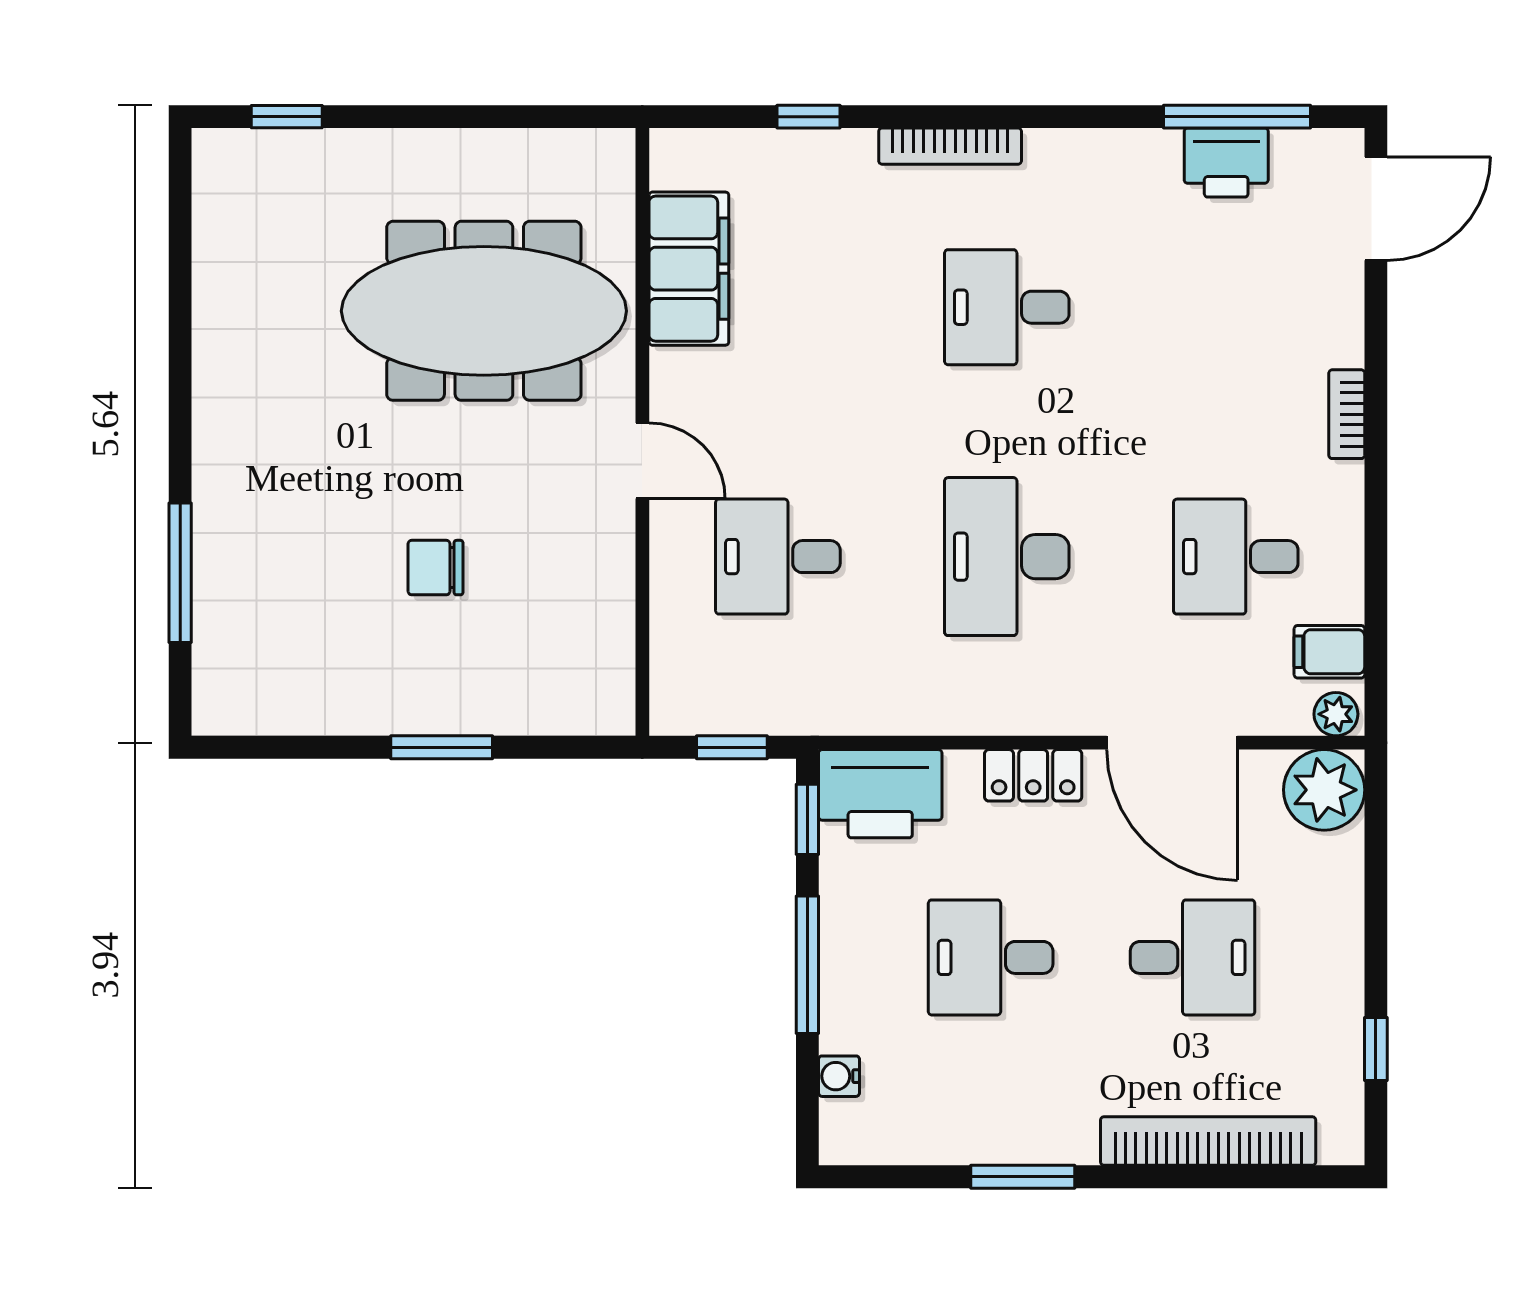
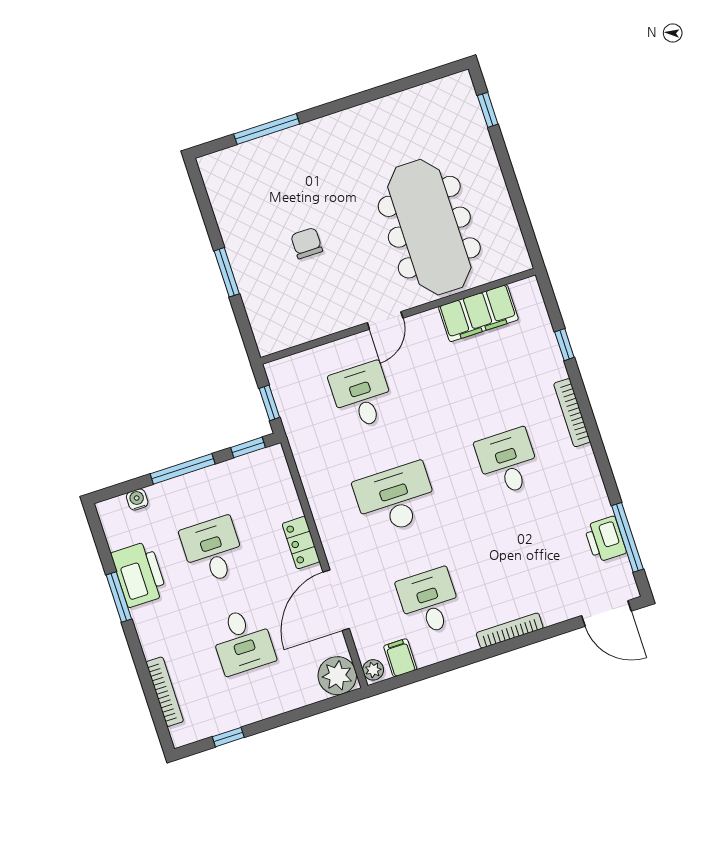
bookcase: (1347, 414) -> (510, 631), width x1.56
printer: (880, 794) -> (139, 574), moved, turned 180
bookcase: (1208, 1141) -> (165, 692), width x0.68, depth x0.76

